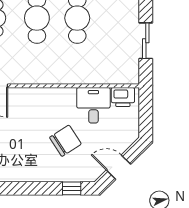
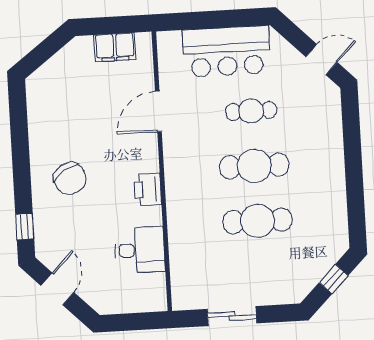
printer: (123, 97) -> (148, 189), moved
chair: (65, 141) -> (70, 178), moved

